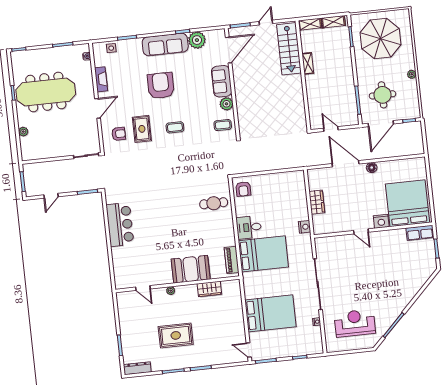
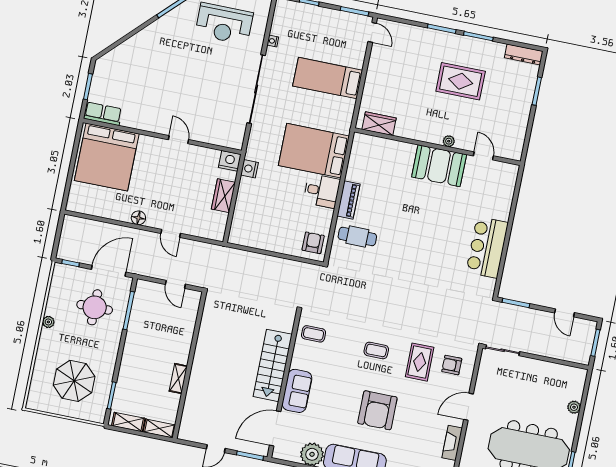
parasol: (381, 39) -> (74, 381), width x0.73, depth x0.73
stairs: (289, 49) -> (273, 365), moved, turned 180
plant: (226, 104) -> (300, 360), removed
door: (346, 164) -> (171, 233), width x0.53
door: (51, 196) -> (565, 313), swing flipped
nightstand: (381, 221) -> (230, 161), moved
piano: (232, 260) -> (349, 200), moved
booth: (191, 269) -> (439, 166), moved
wardrobe: (209, 289) -> (379, 124), moved
bed: (270, 313) -> (328, 78), width x0.67

